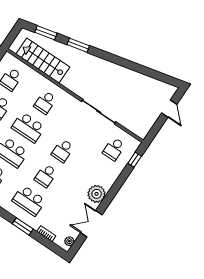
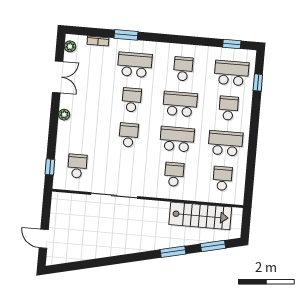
plant: (97, 194) -> (64, 115), width x0.53, depth x0.53

